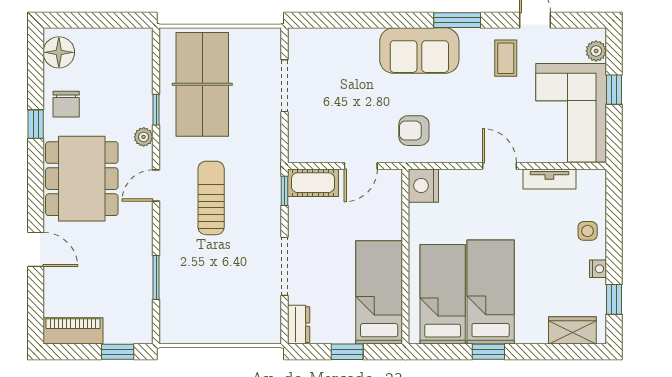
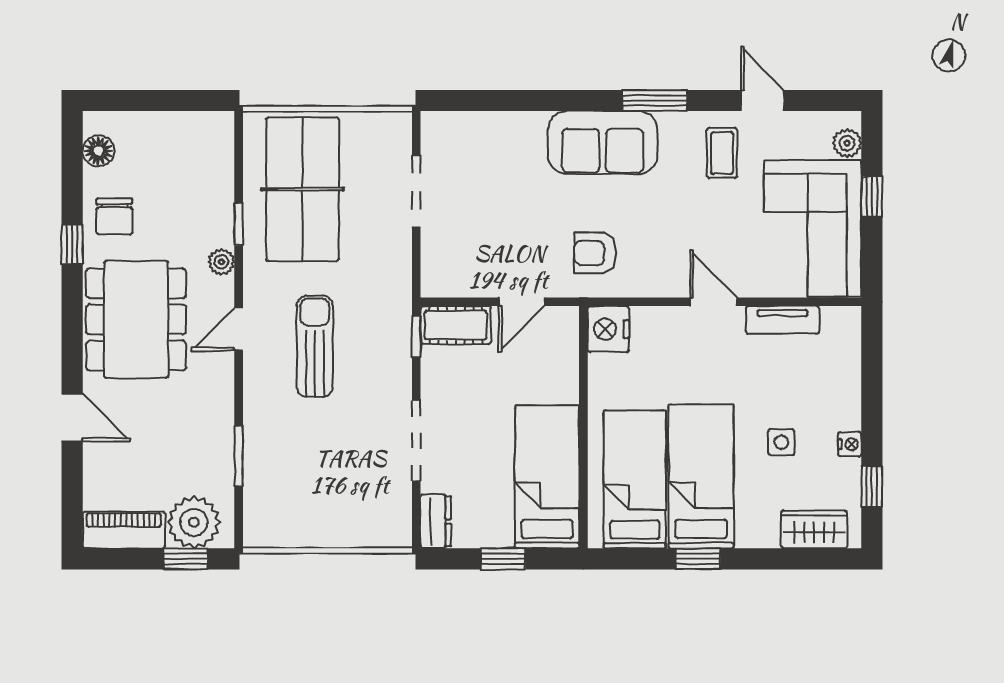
floor lamp: (59, 52) -> (98, 151), width x0.73, depth x0.73
side table: (588, 231) -> (781, 442), moved
plant: (124, 325) -> (194, 522), added

